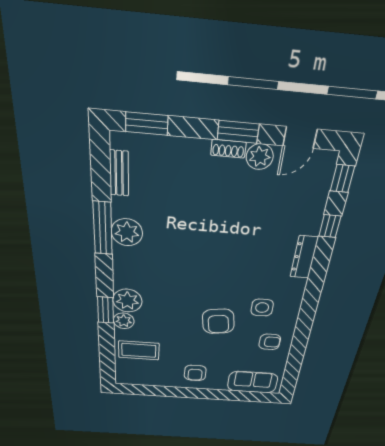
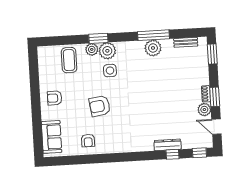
dresser: (304, 257) -> (168, 145), moved
side table: (262, 308) -> (110, 71), moved

